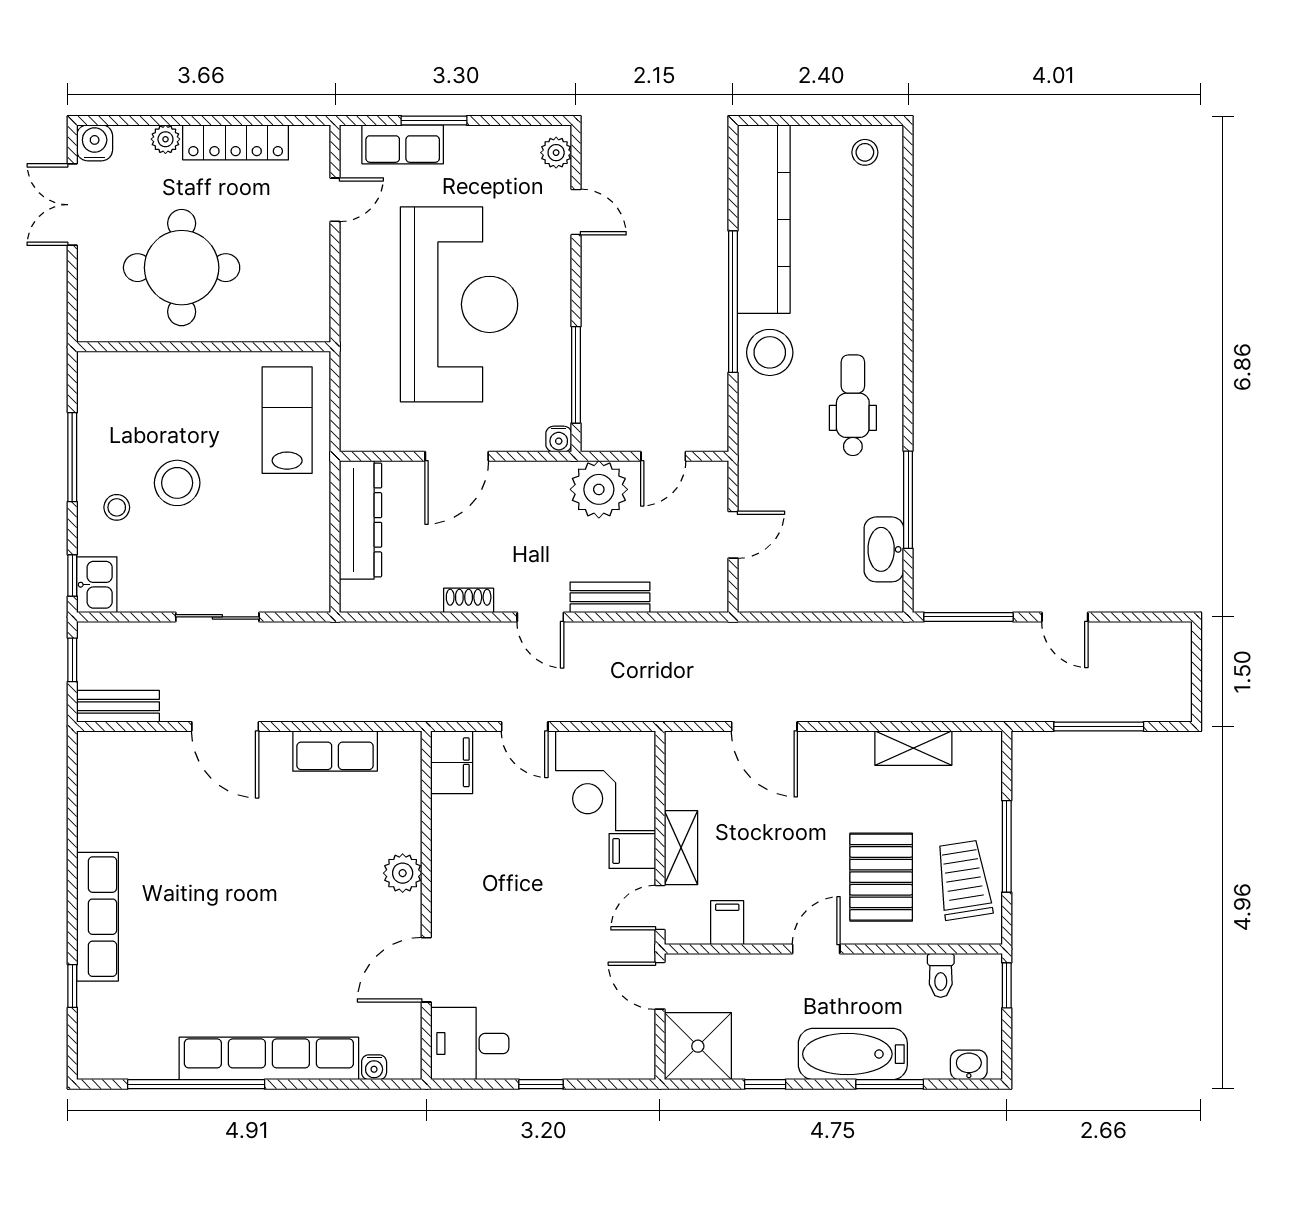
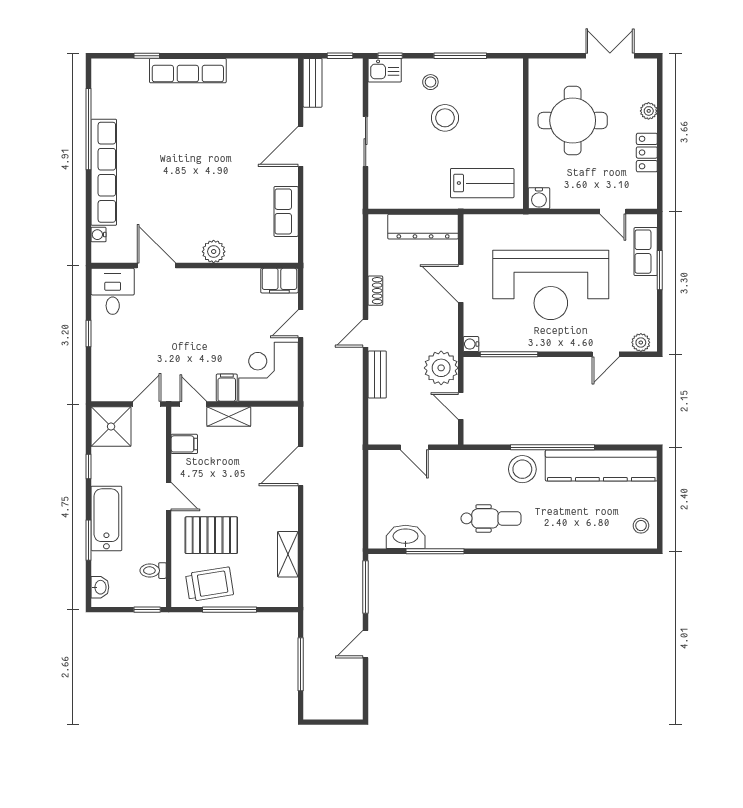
locker: (236, 142) -> (647, 153), width x0.66
water cooler: (95, 143) -> (539, 198), moved, turned 90

